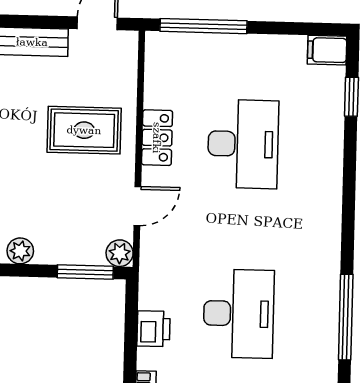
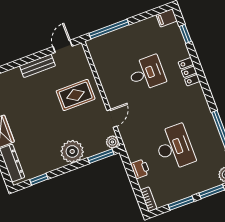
locker: (157, 138) -> (189, 72), moved, turned 180
desk: (243, 144) -> (147, 73), width x0.73
plant: (20, 251) -> (72, 151), width x1.87, depth x1.87

